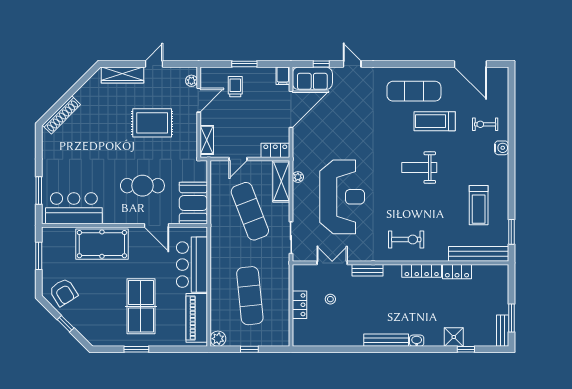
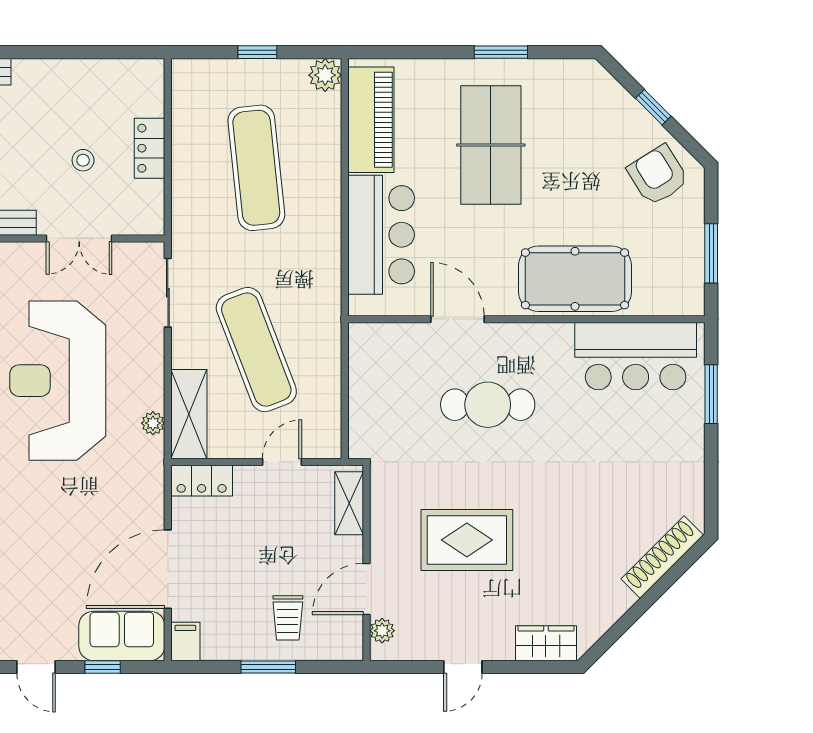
wardrobe: (122, 75) -> (546, 643), width x0.67
booth: (193, 203) -> (378, 367), removed

